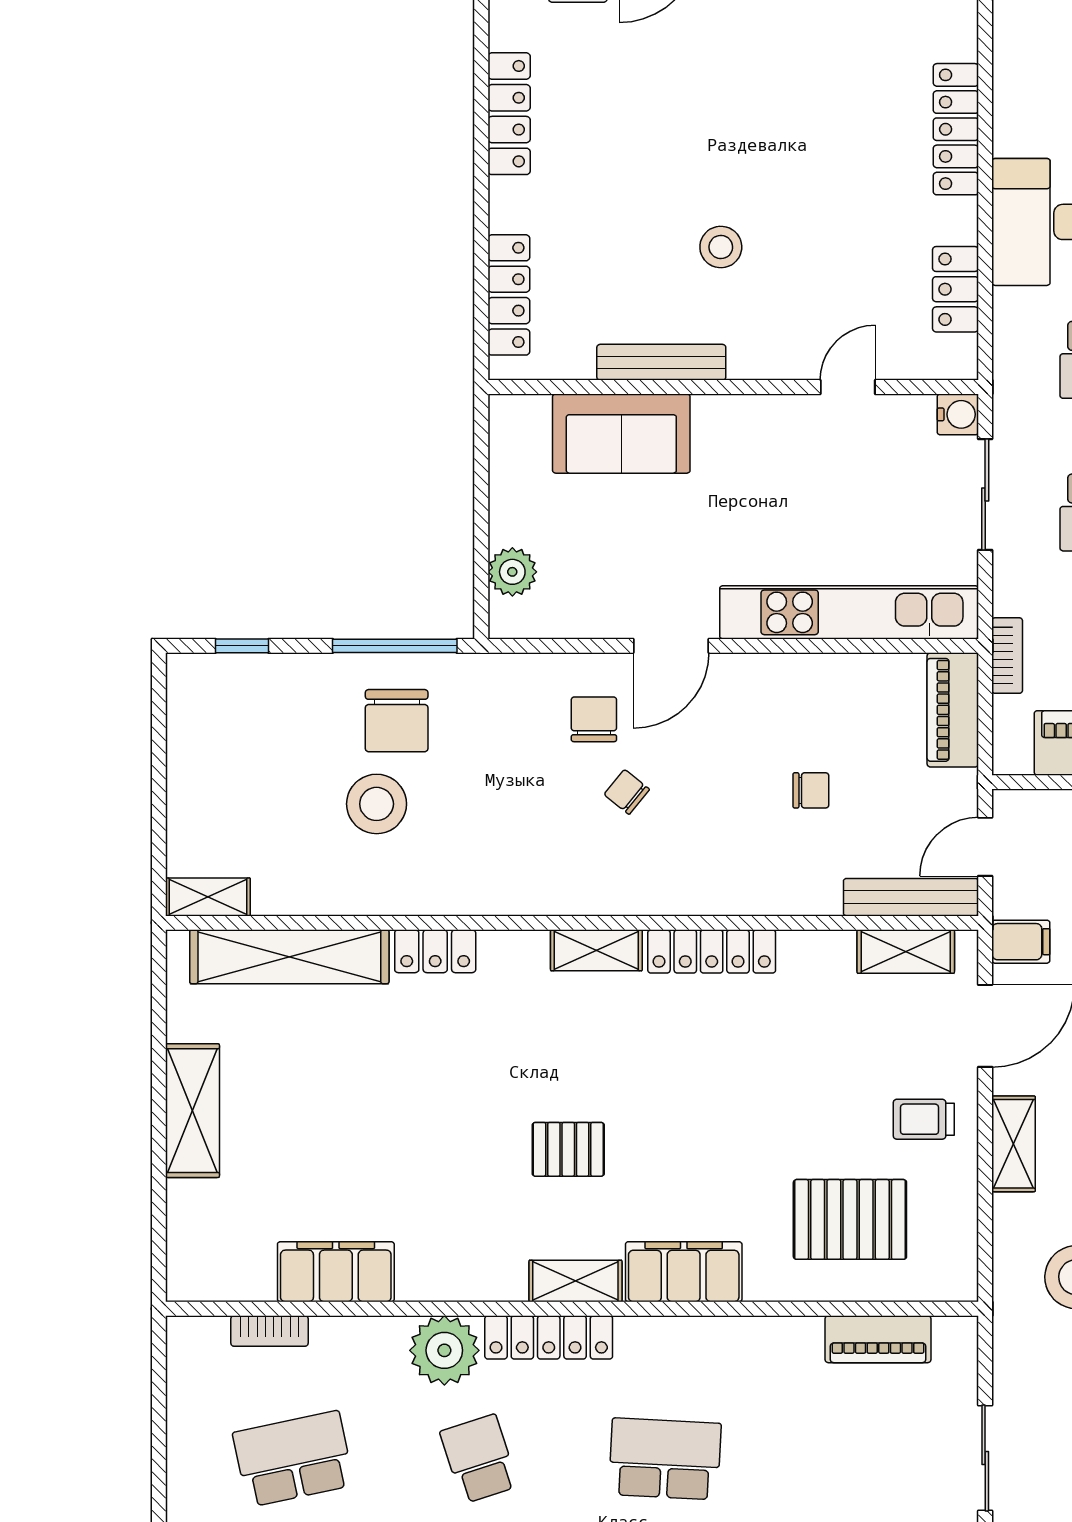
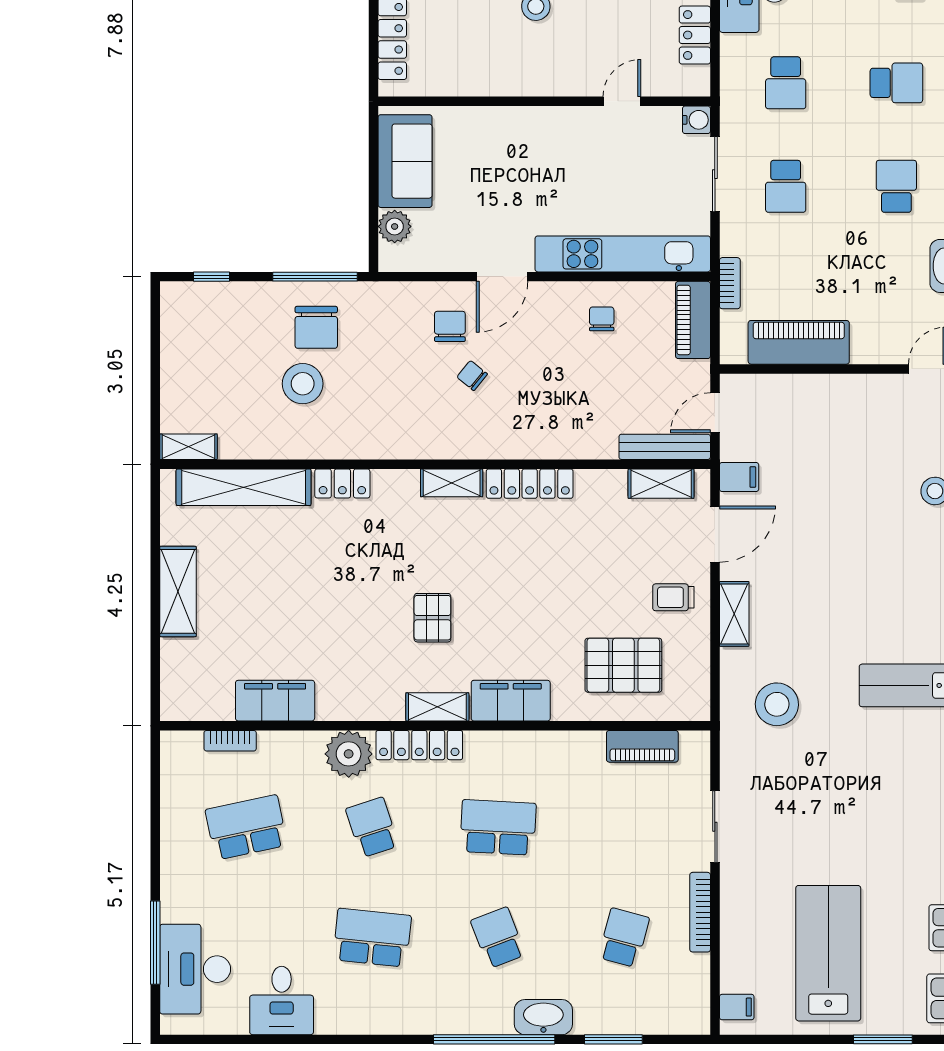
bench: (661, 362) -> (496, 84), removed
sofa: (621, 434) -> (405, 161), moved, turned -90
chair: (811, 790) -> (602, 319), moved, turned -90
pallet: (568, 1149) -> (432, 618), turned 90

